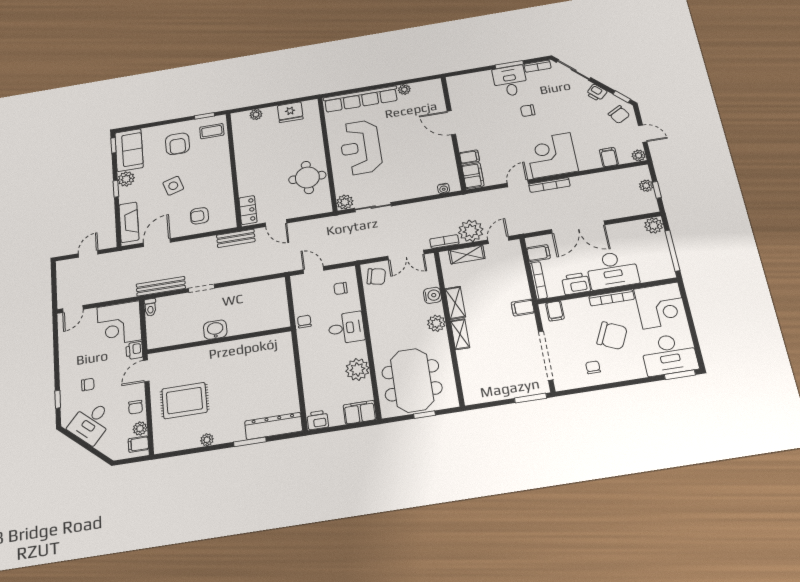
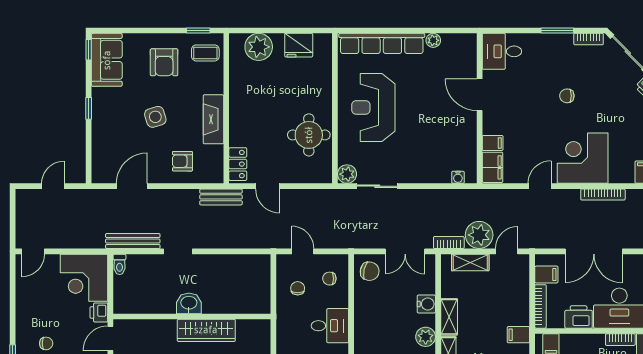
desk: (510, 81) -> (502, 51), moved, turned -90
plant: (256, 115) -> (259, 47), width x1.88, depth x1.88
plant: (126, 179) -> (101, 98), removed
bookcase: (549, 185) -> (603, 195), moved
fireplace: (129, 222) -> (213, 119), moved, turned 180
bookcase: (612, 298) -> (620, 340), width x0.64
chair: (304, 321) -> (298, 288), moved
wardrobe: (233, 350) -> (206, 330), added

